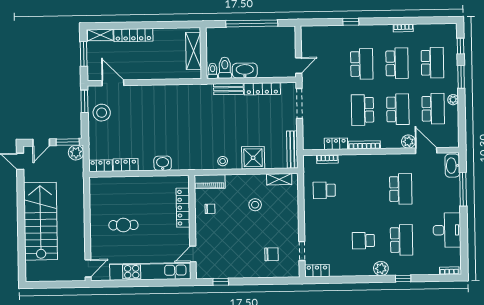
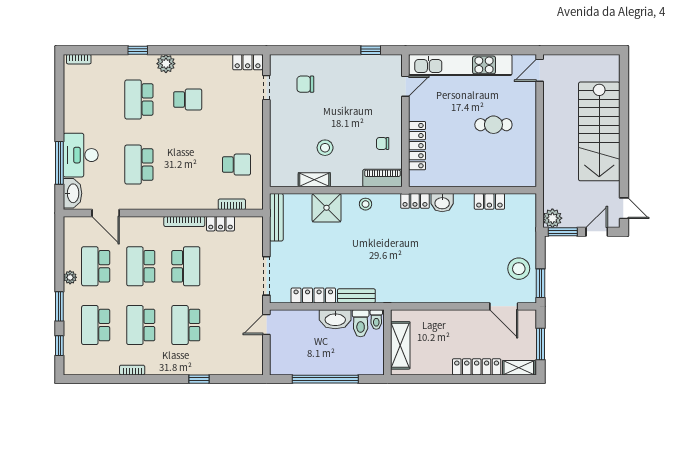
plant: (408, 142) -> (128, 225), removed
locker: (100, 166) -> (415, 201), moved
shelving: (279, 179) -> (314, 180), moved
desk: (447, 230) -> (81, 155), moved

